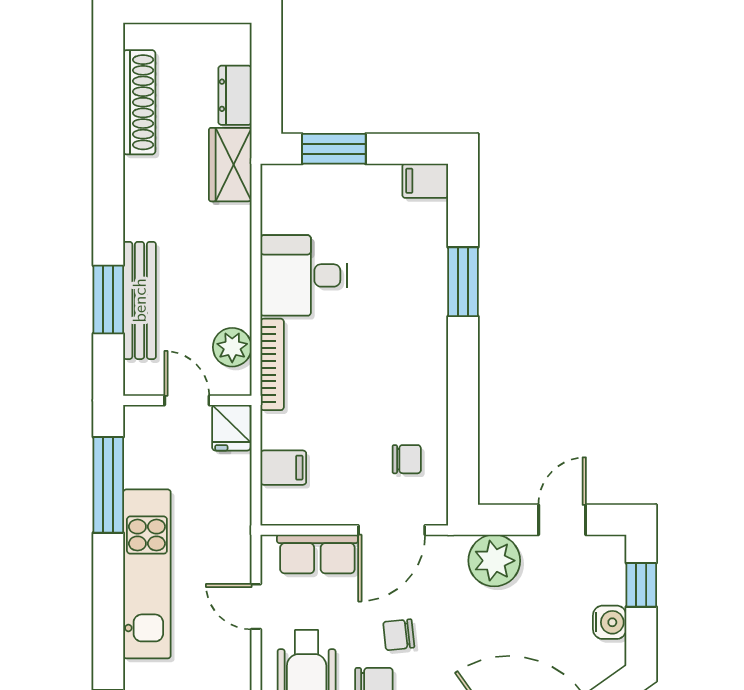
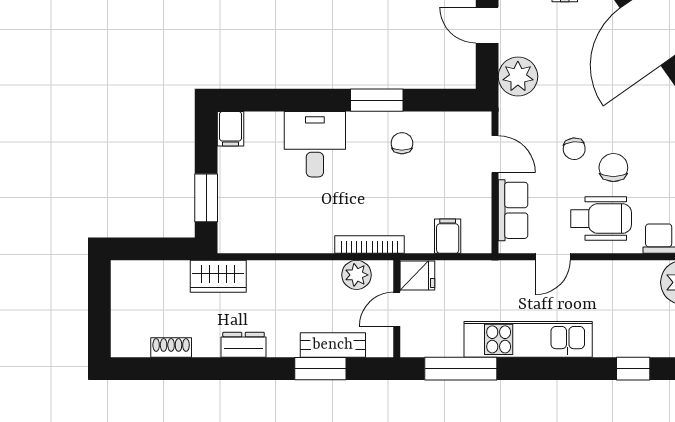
dresser: (235, 95) -> (244, 345), moved, turned 180
shoe rack: (139, 102) -> (171, 348), width x0.51, depth x0.81
desk: (304, 275) -> (315, 144), moved, turned 180
window: (463, 282) -> (377, 100), moved
bench: (140, 300) -> (333, 345), width x0.73
chair: (407, 459) -> (402, 143), moved
door: (392, 530) -> (495, 154), width x0.73

